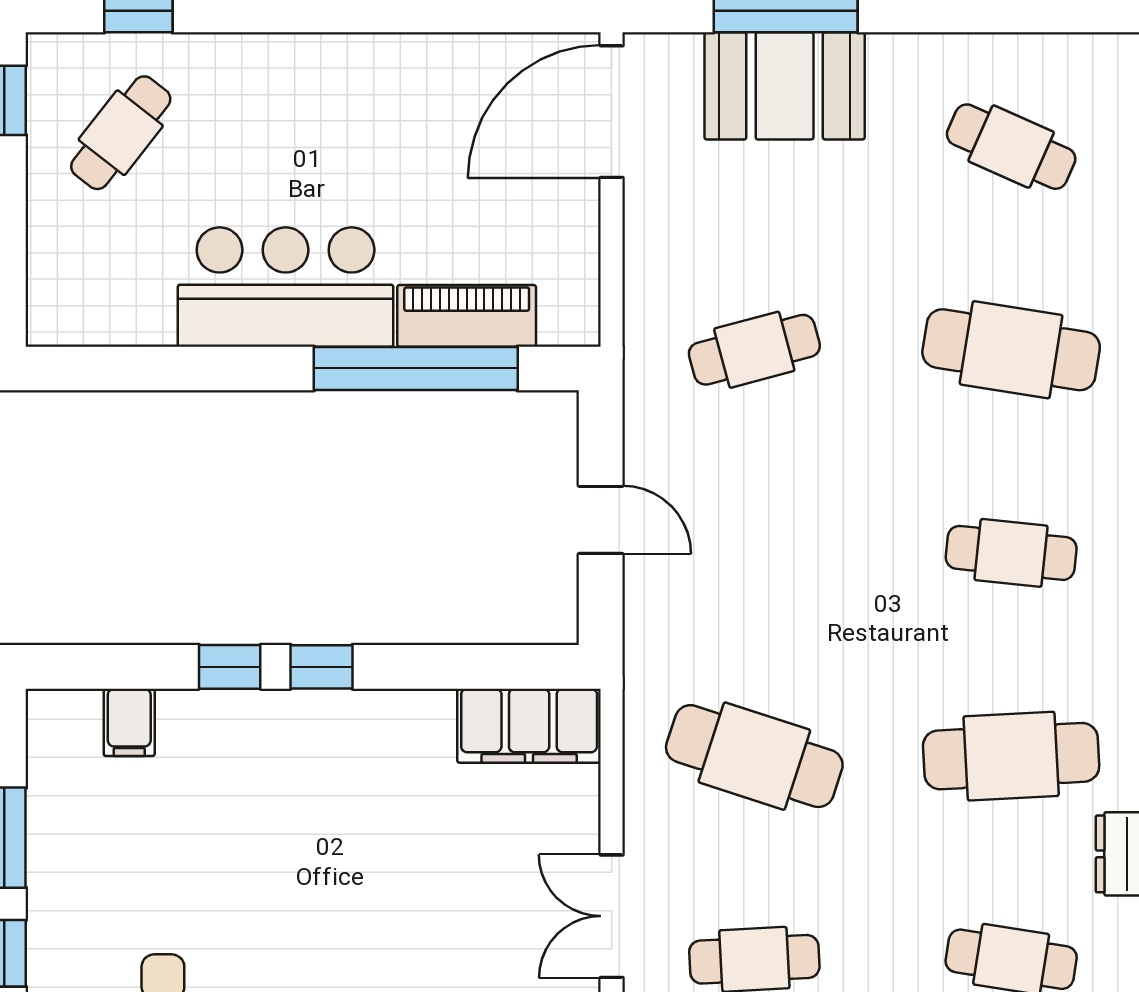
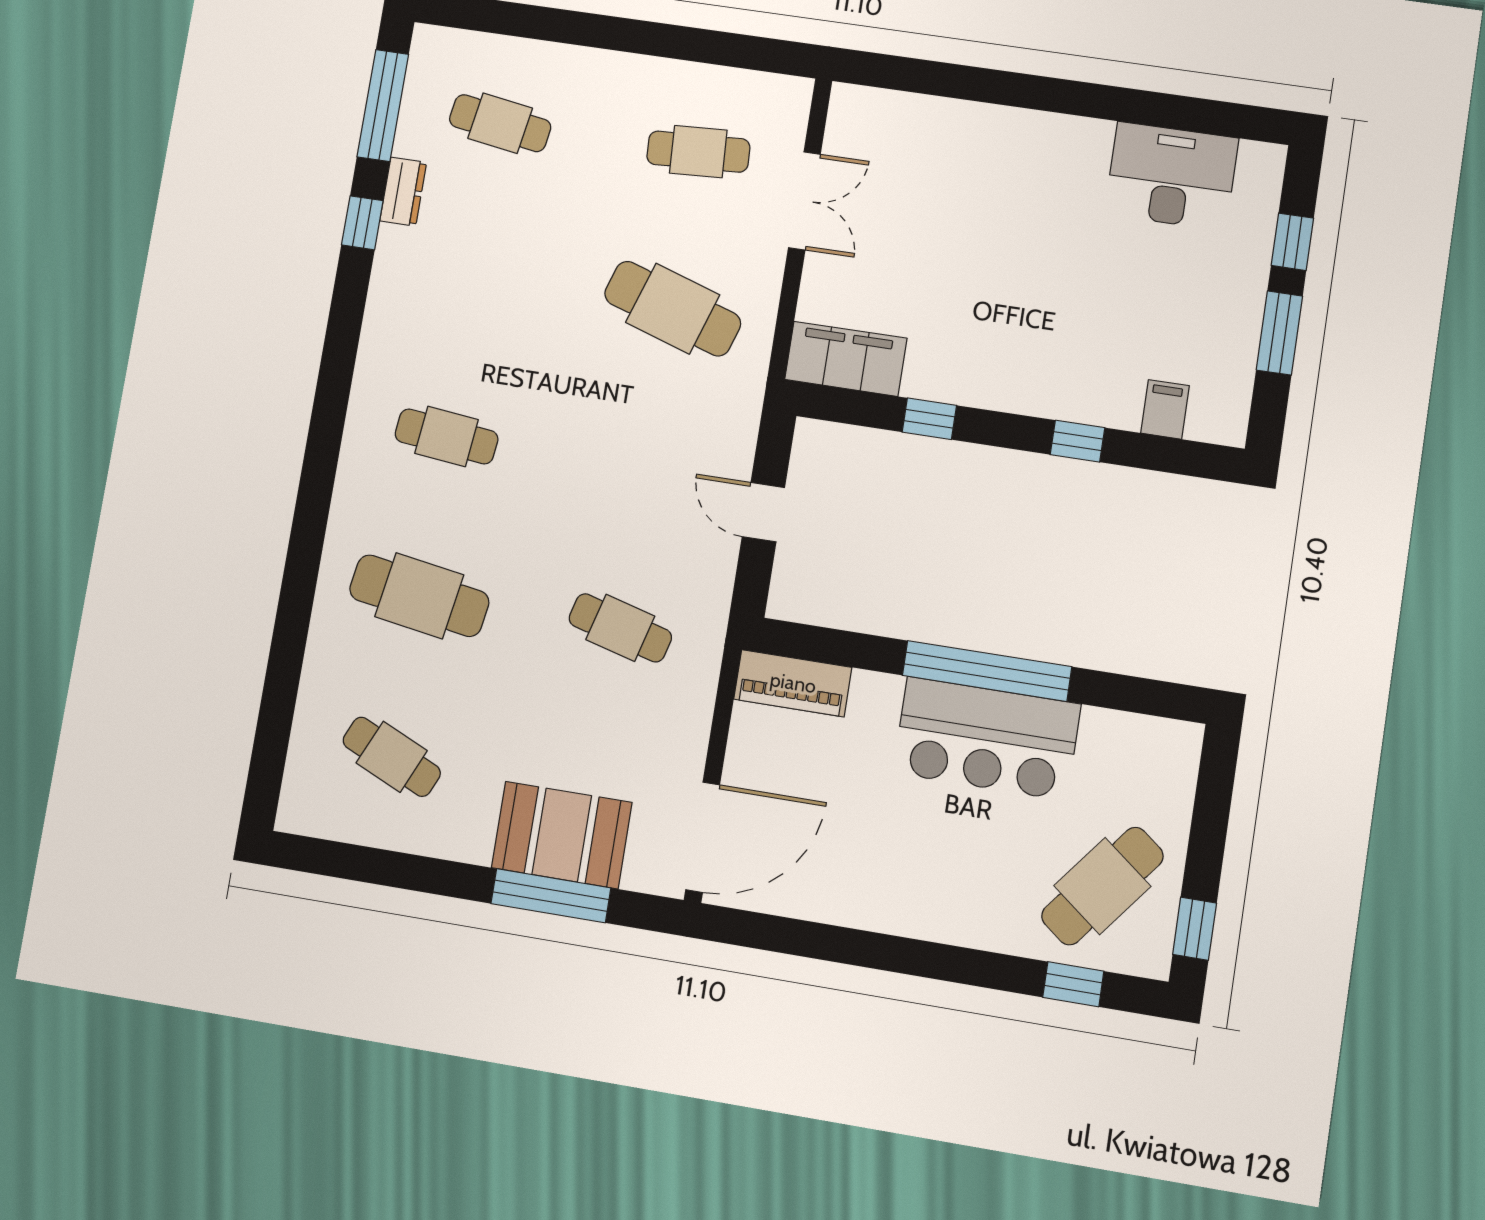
cafe table: (121, 133) -> (1102, 886), width x1.37, depth x1.35
piano: (467, 316) -> (793, 683), moved
cafe table: (754, 350) -> (620, 628), turned 30
window: (416, 368) -> (987, 671), moved
window: (322, 667) -> (929, 419), moved
cafe table: (1011, 756) -> (473, 279), removed

